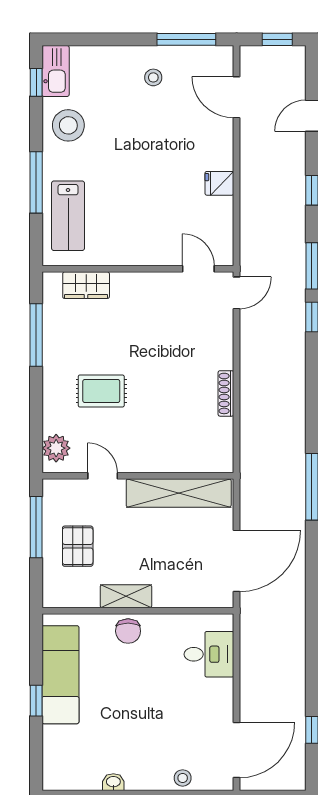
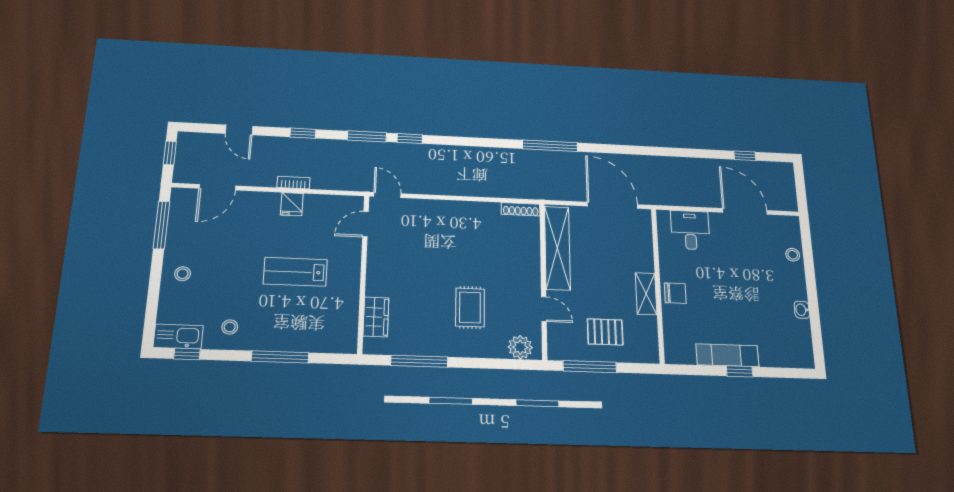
stool: (153, 77) -> (183, 274), moved
stool: (68, 125) -> (230, 327), width x0.53, depth x0.53
bookcase: (247, 183) -> (293, 183), added
lab bench: (68, 216) -> (295, 272), moved, turned 180
shoe rack: (226, 393) -> (521, 209), moved
door: (103, 476) -> (544, 309), swing flipped
exam couch: (60, 675) -> (727, 355), width x0.73, depth x0.69
door: (237, 750) -> (745, 211), moved

